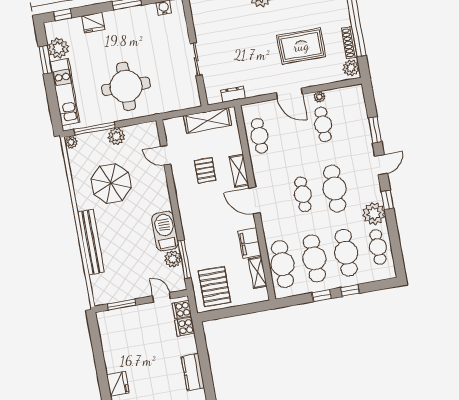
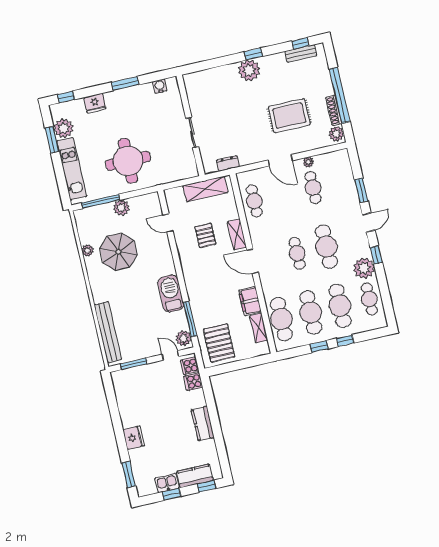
plant: (71, 142) -> (88, 250), moved
bench: (91, 242) -> (108, 332), moved
plant: (173, 259) -> (184, 338), moved

